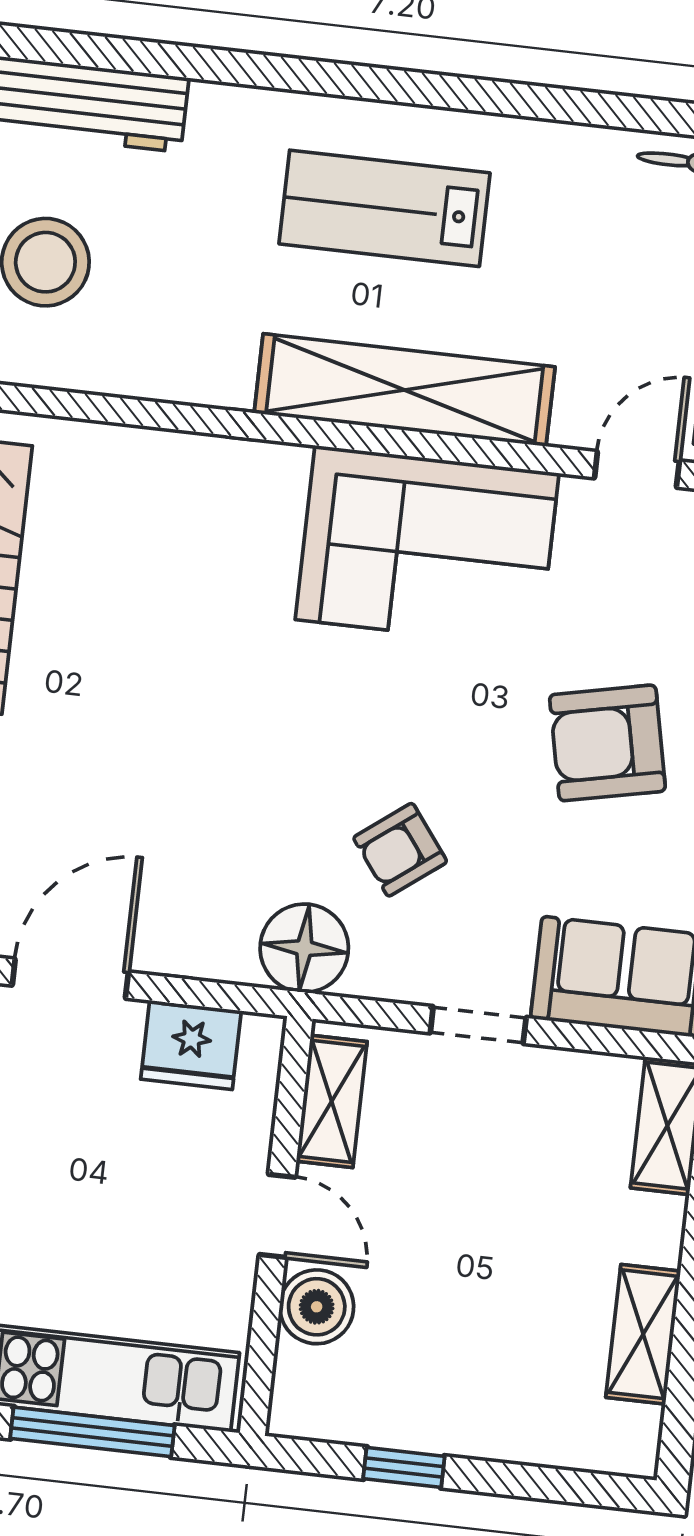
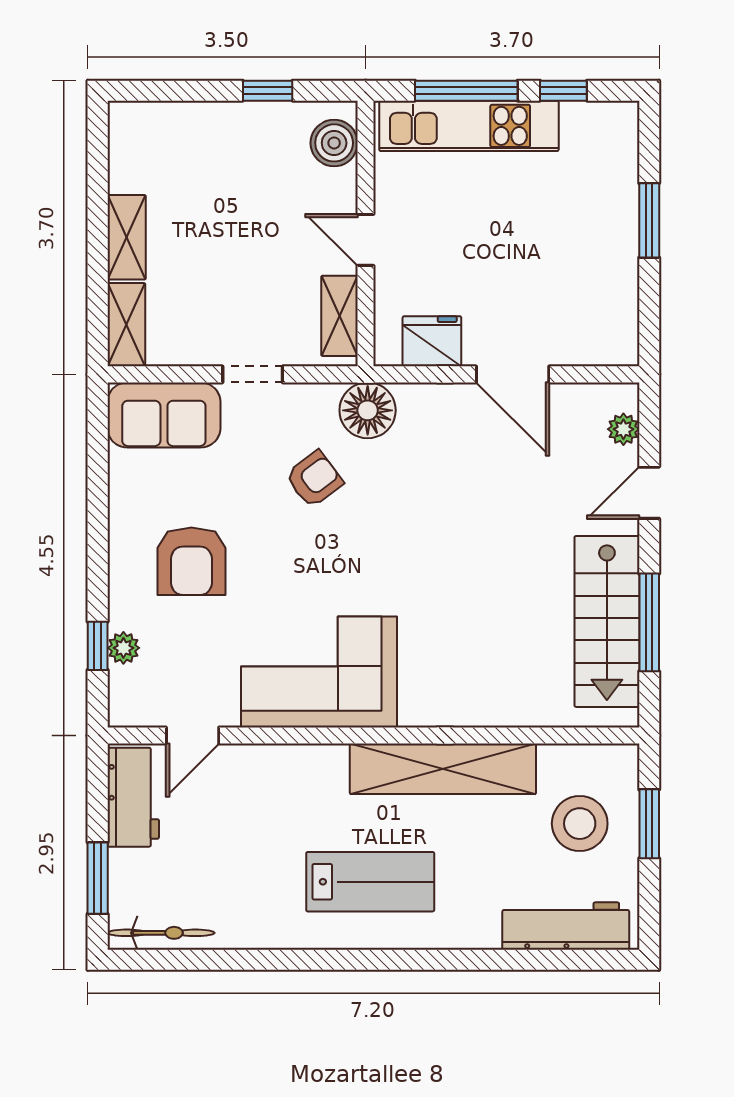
shelving: (405, 390) -> (443, 769), moved
armchair: (607, 743) -> (191, 561), turned 102
door: (70, 979) -> (513, 374), hinge flipped
boiler: (317, 1307) -> (334, 143), moved
shelving: (643, 1334) -> (127, 237), moved

